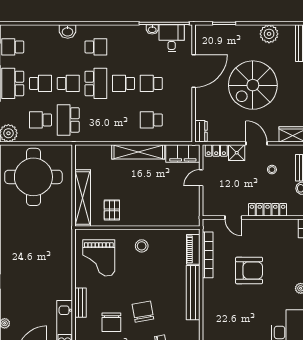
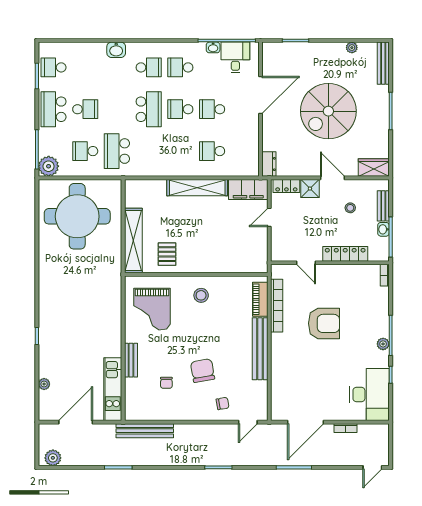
plant: (269, 34) -> (352, 48), width x0.53, depth x0.53
school desk: (68, 83) -> (180, 67), moved, turned 180
chair: (111, 322) -> (166, 383), width x0.54, depth x0.54

